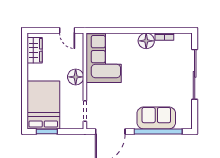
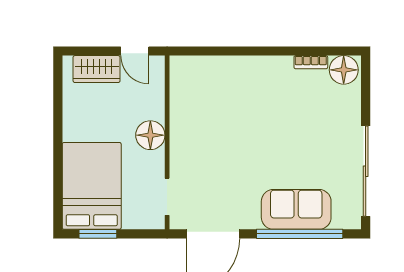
floor lamp: (146, 41) -> (344, 70), moved
wardrobe: (35, 50) -> (97, 69), moved, turned 90
corner sofa: (104, 58) -> (201, 101), removed
sliding door: (195, 74) -> (366, 171), moved

